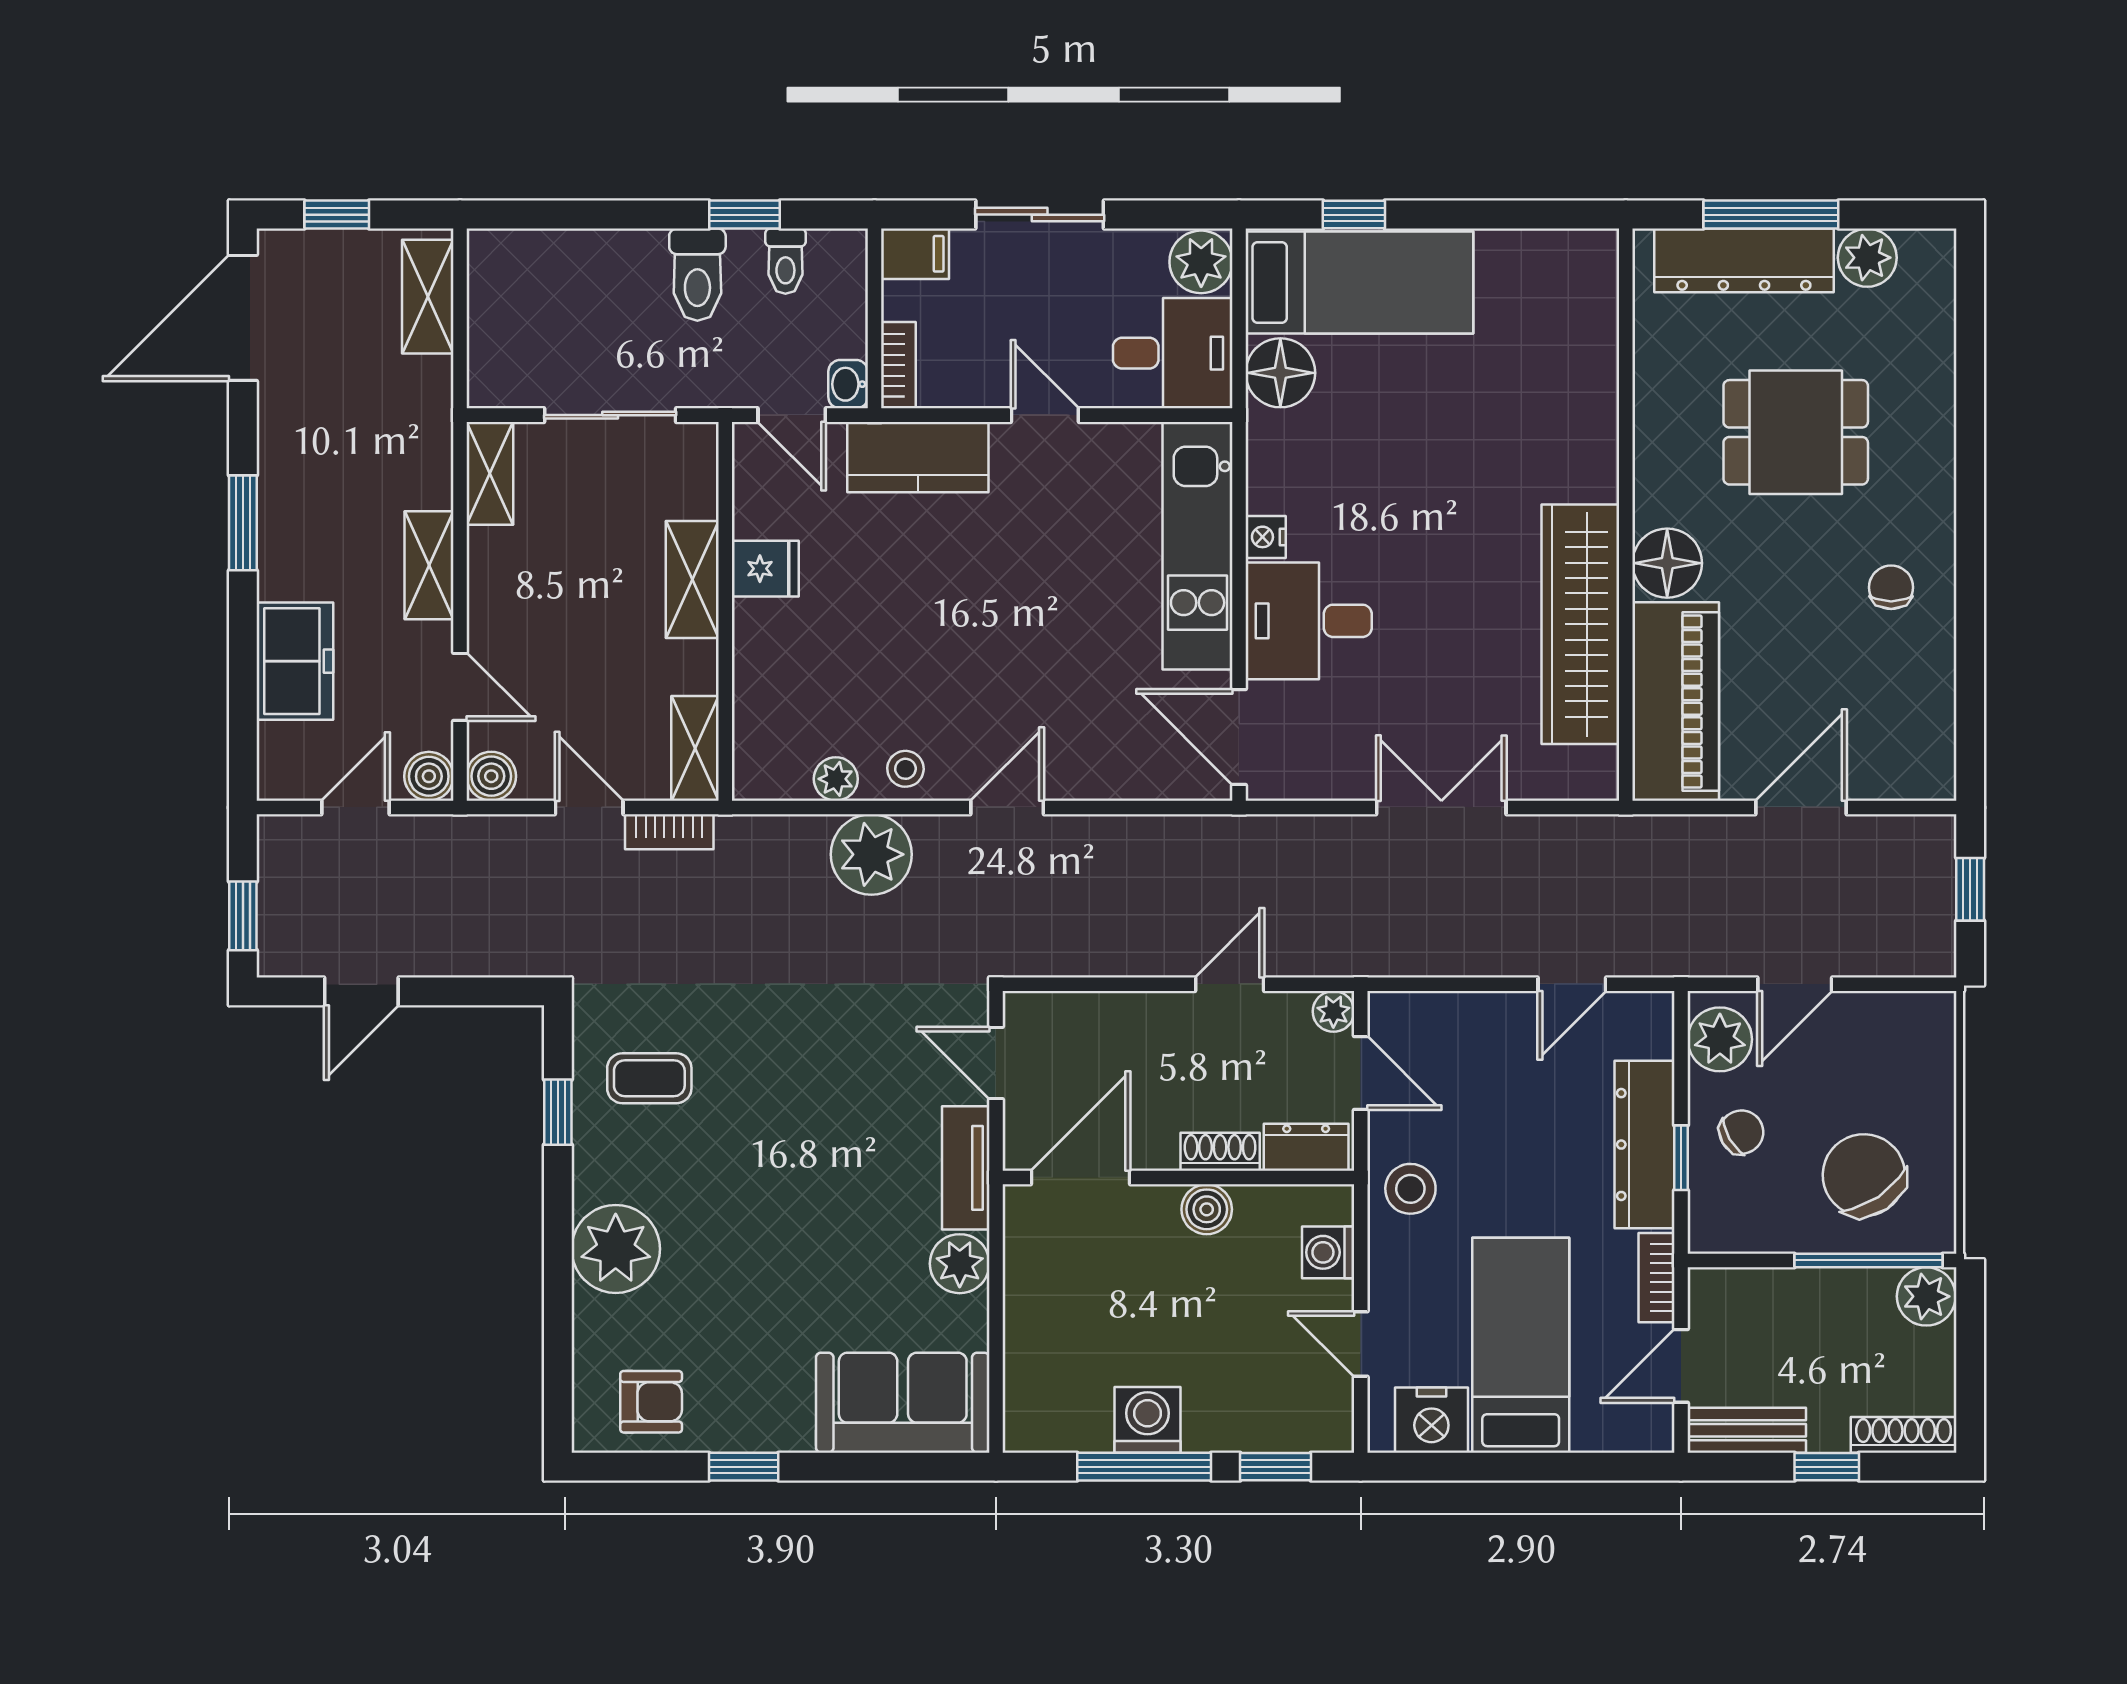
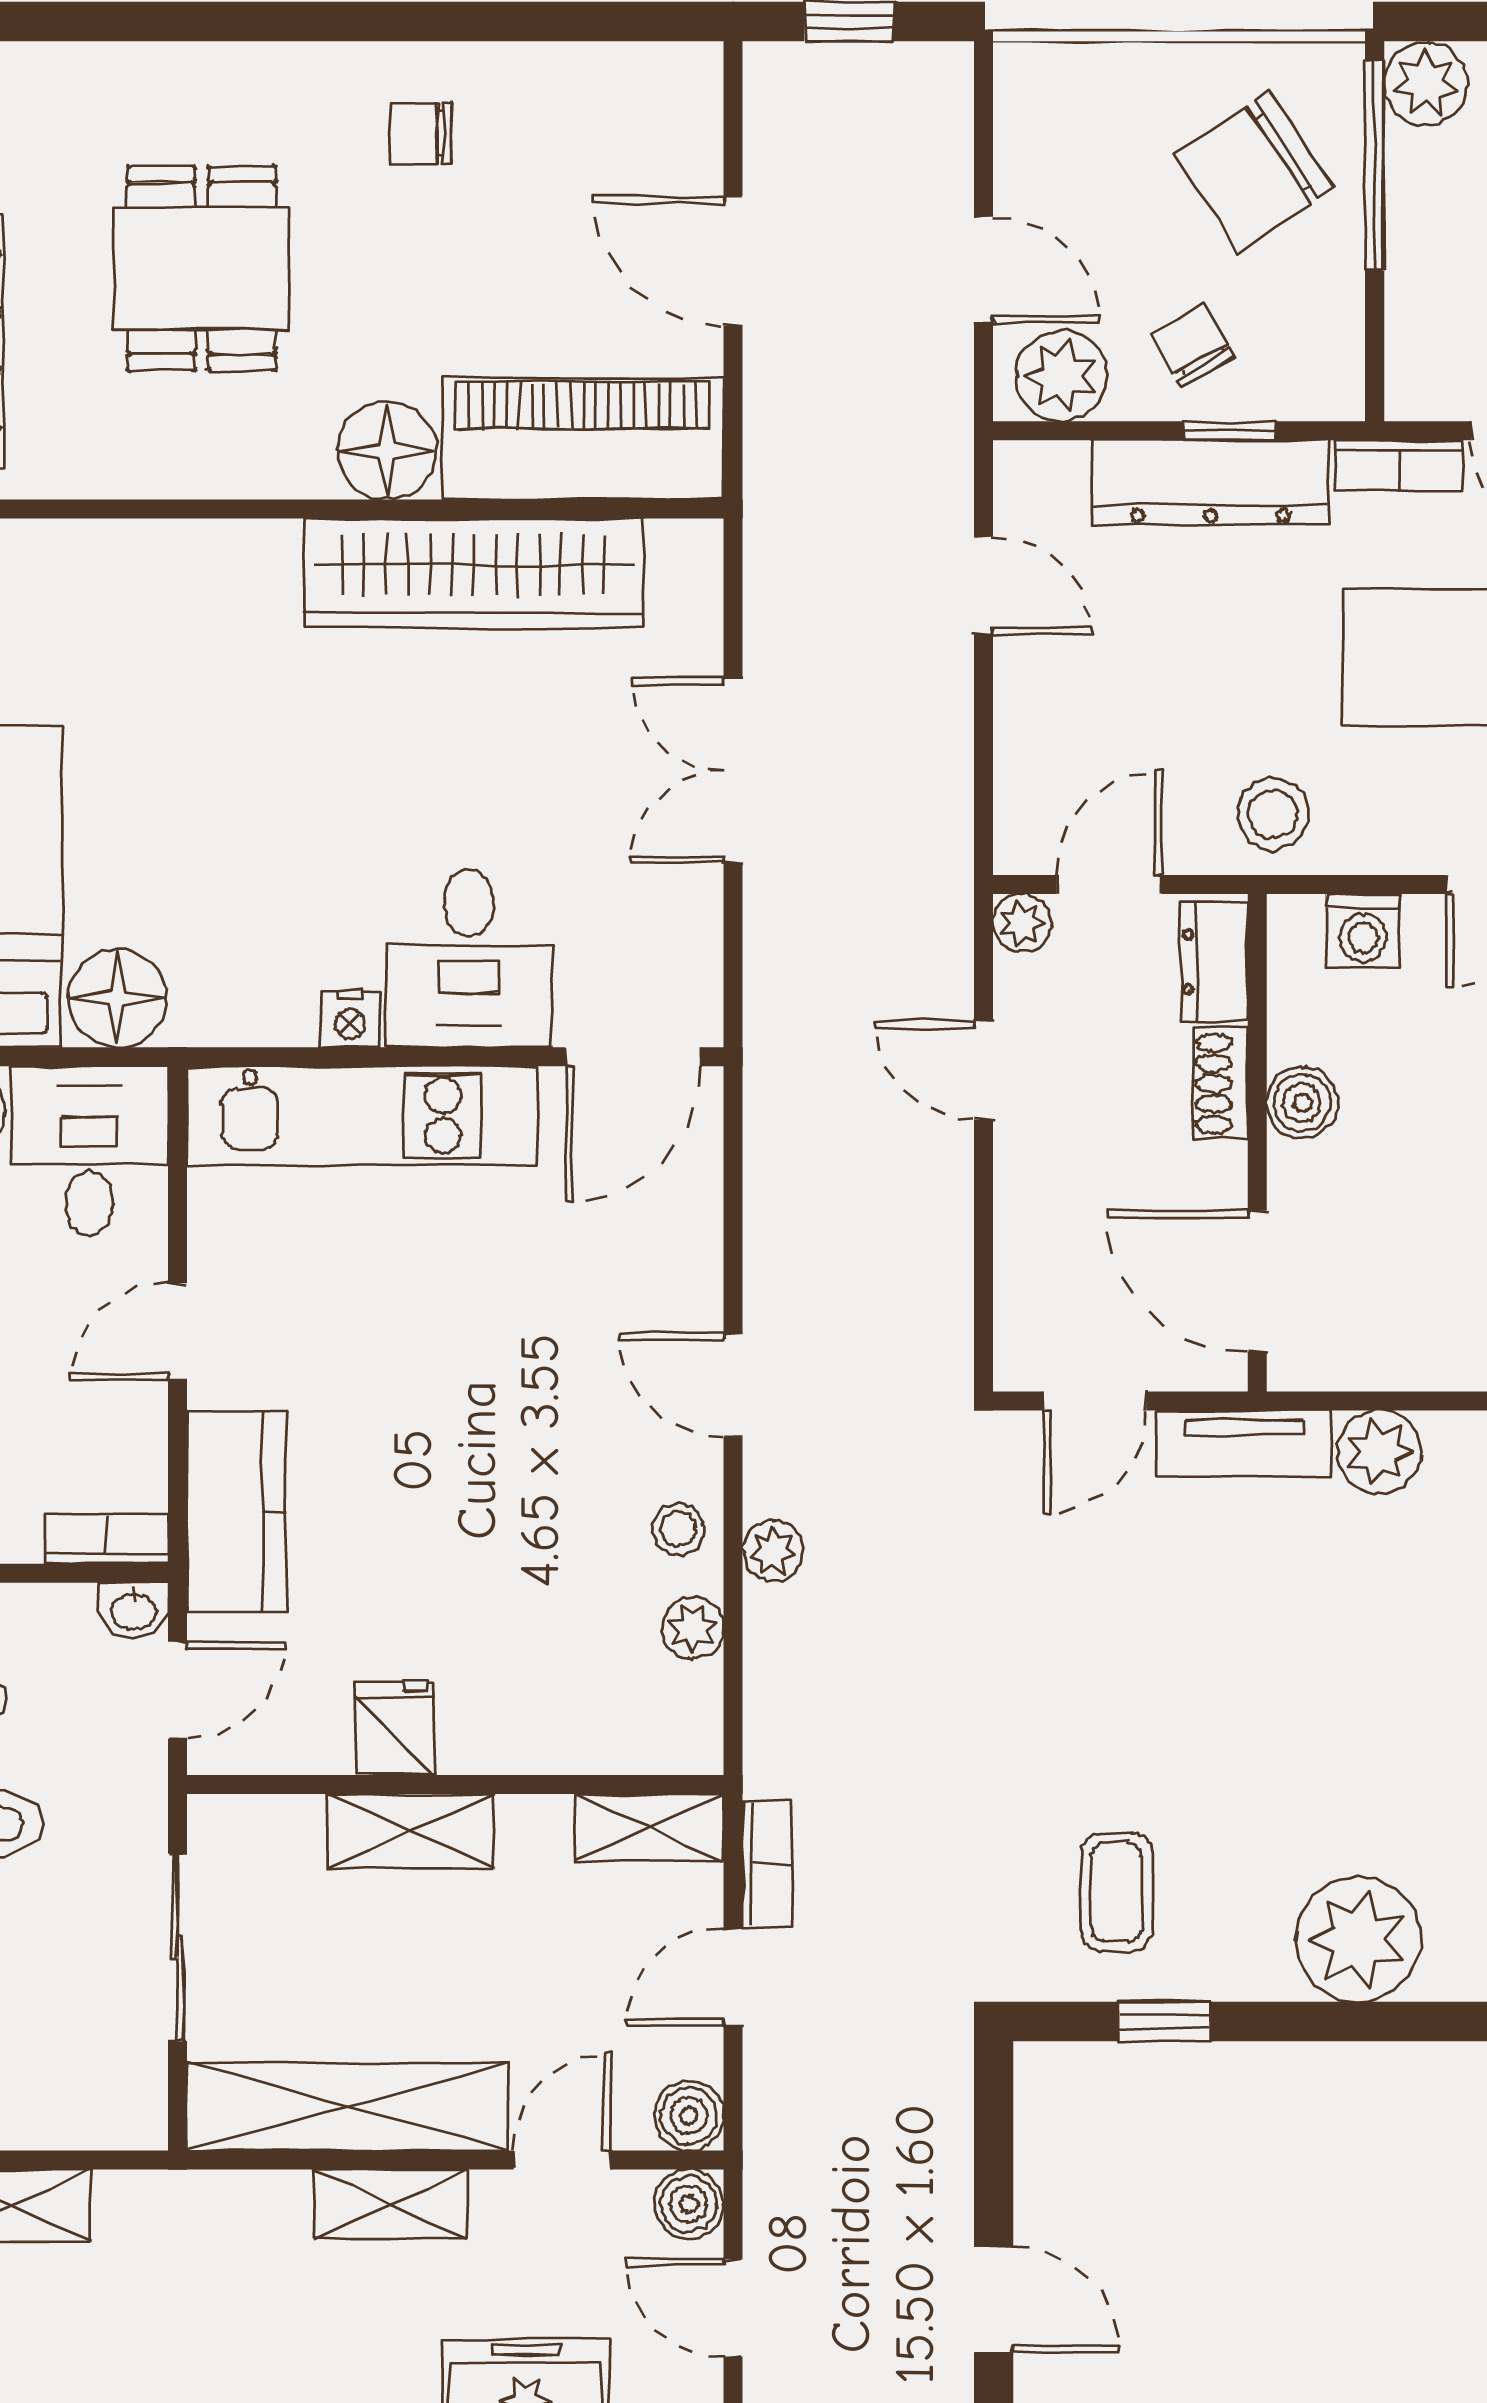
shelving: (490, 473) -> (348, 2107), width x2.20, depth x1.33
plant: (871, 854) -> (773, 1551), width x0.53, depth x0.53

